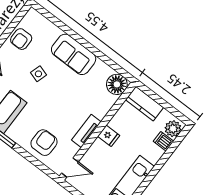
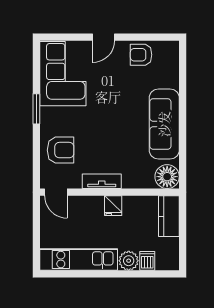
sofa: (74, 54) -> (164, 124), width x1.36
side table: (38, 74) -> (121, 96), removed
plant: (173, 129) -> (129, 261), moved

